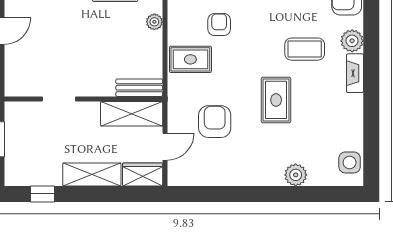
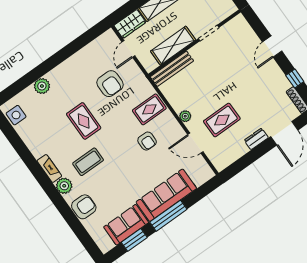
bench: (139, 88) -> (172, 69), width x1.36
shelving: (132, 114) -> (173, 46), moved

